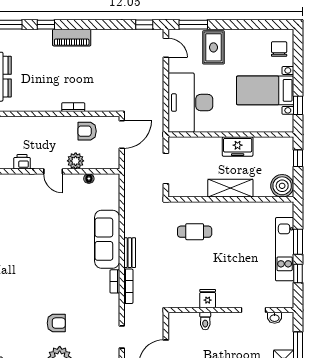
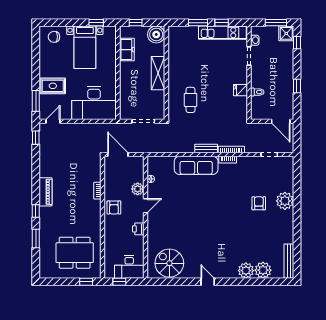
armchair: (87, 131) -> (114, 207), moved
freezer: (238, 147) -> (127, 50), moved
kitchen unit: (285, 249) -> (222, 33), moved

